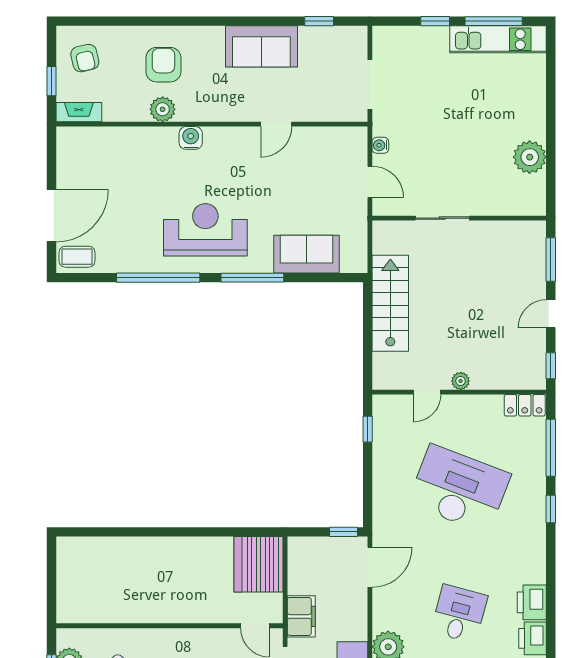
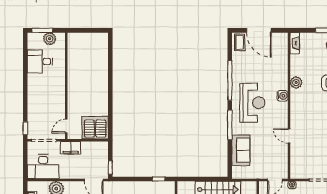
plant: (163, 109) -> (296, 83), moved
fireplace: (79, 112) -> (295, 43), moved
wall: (212, 124) -> (289, 106), moved
door: (276, 124) -> (289, 136), moved
water cooler: (191, 138) -> (283, 96), moved

